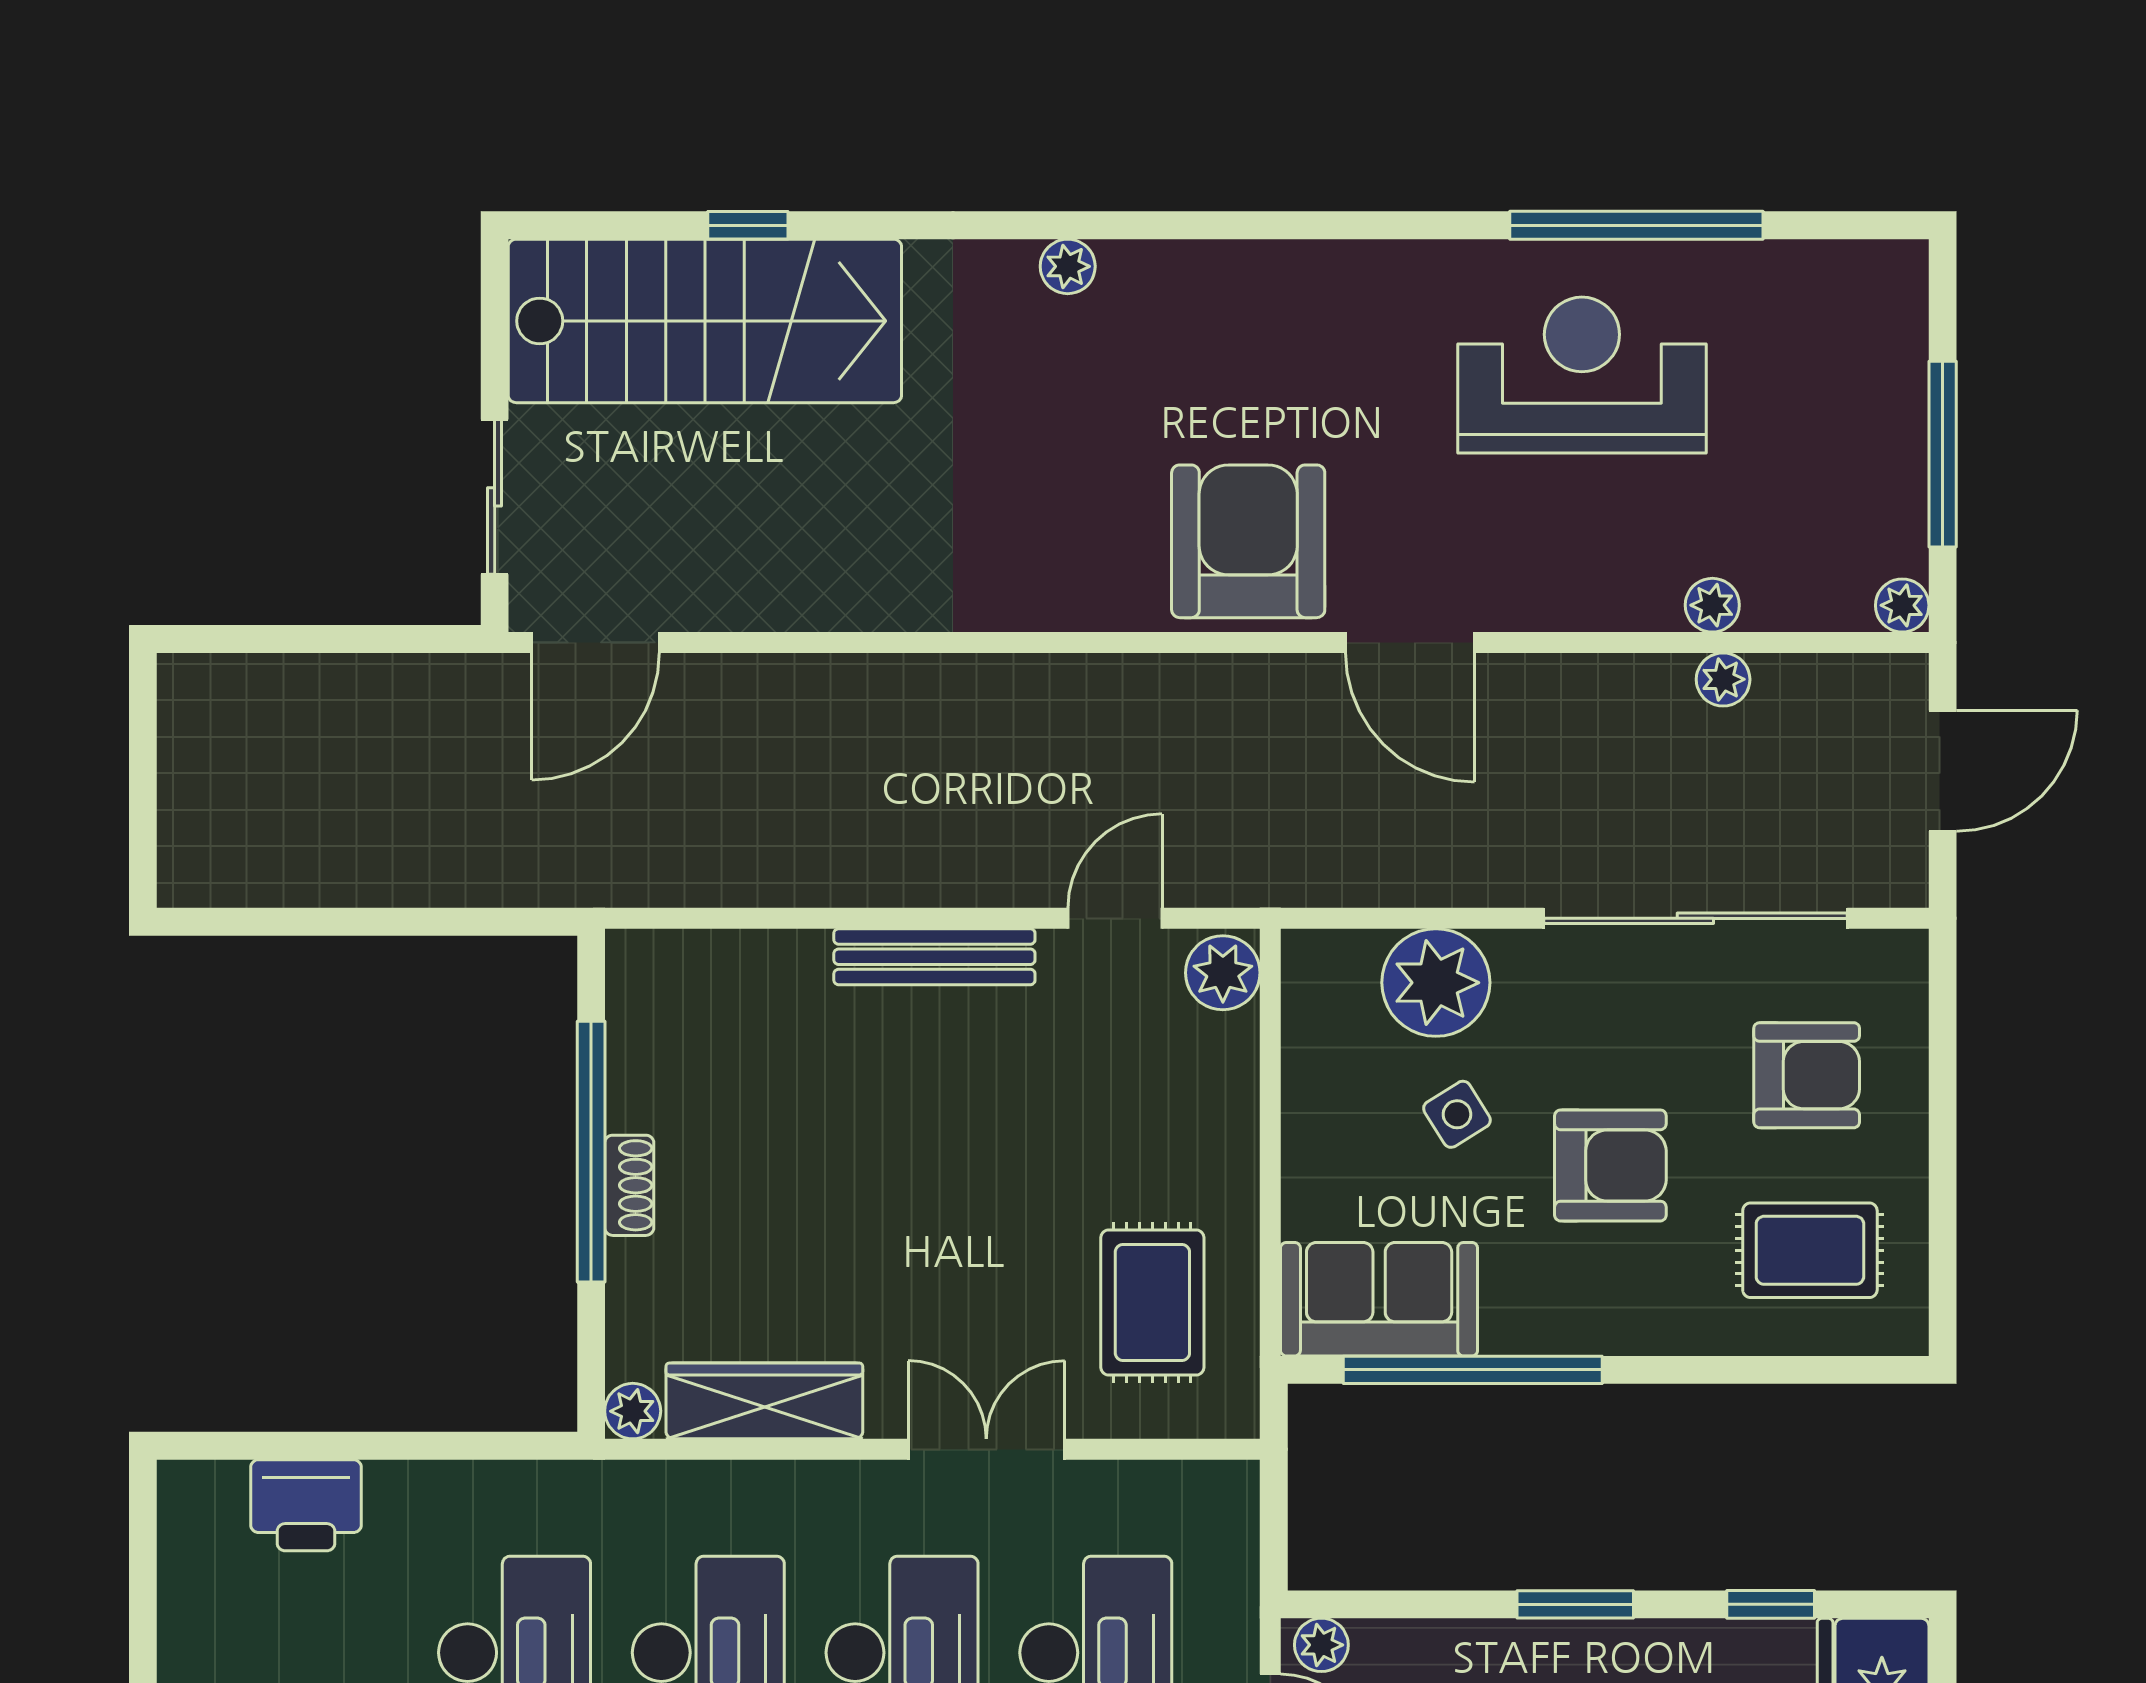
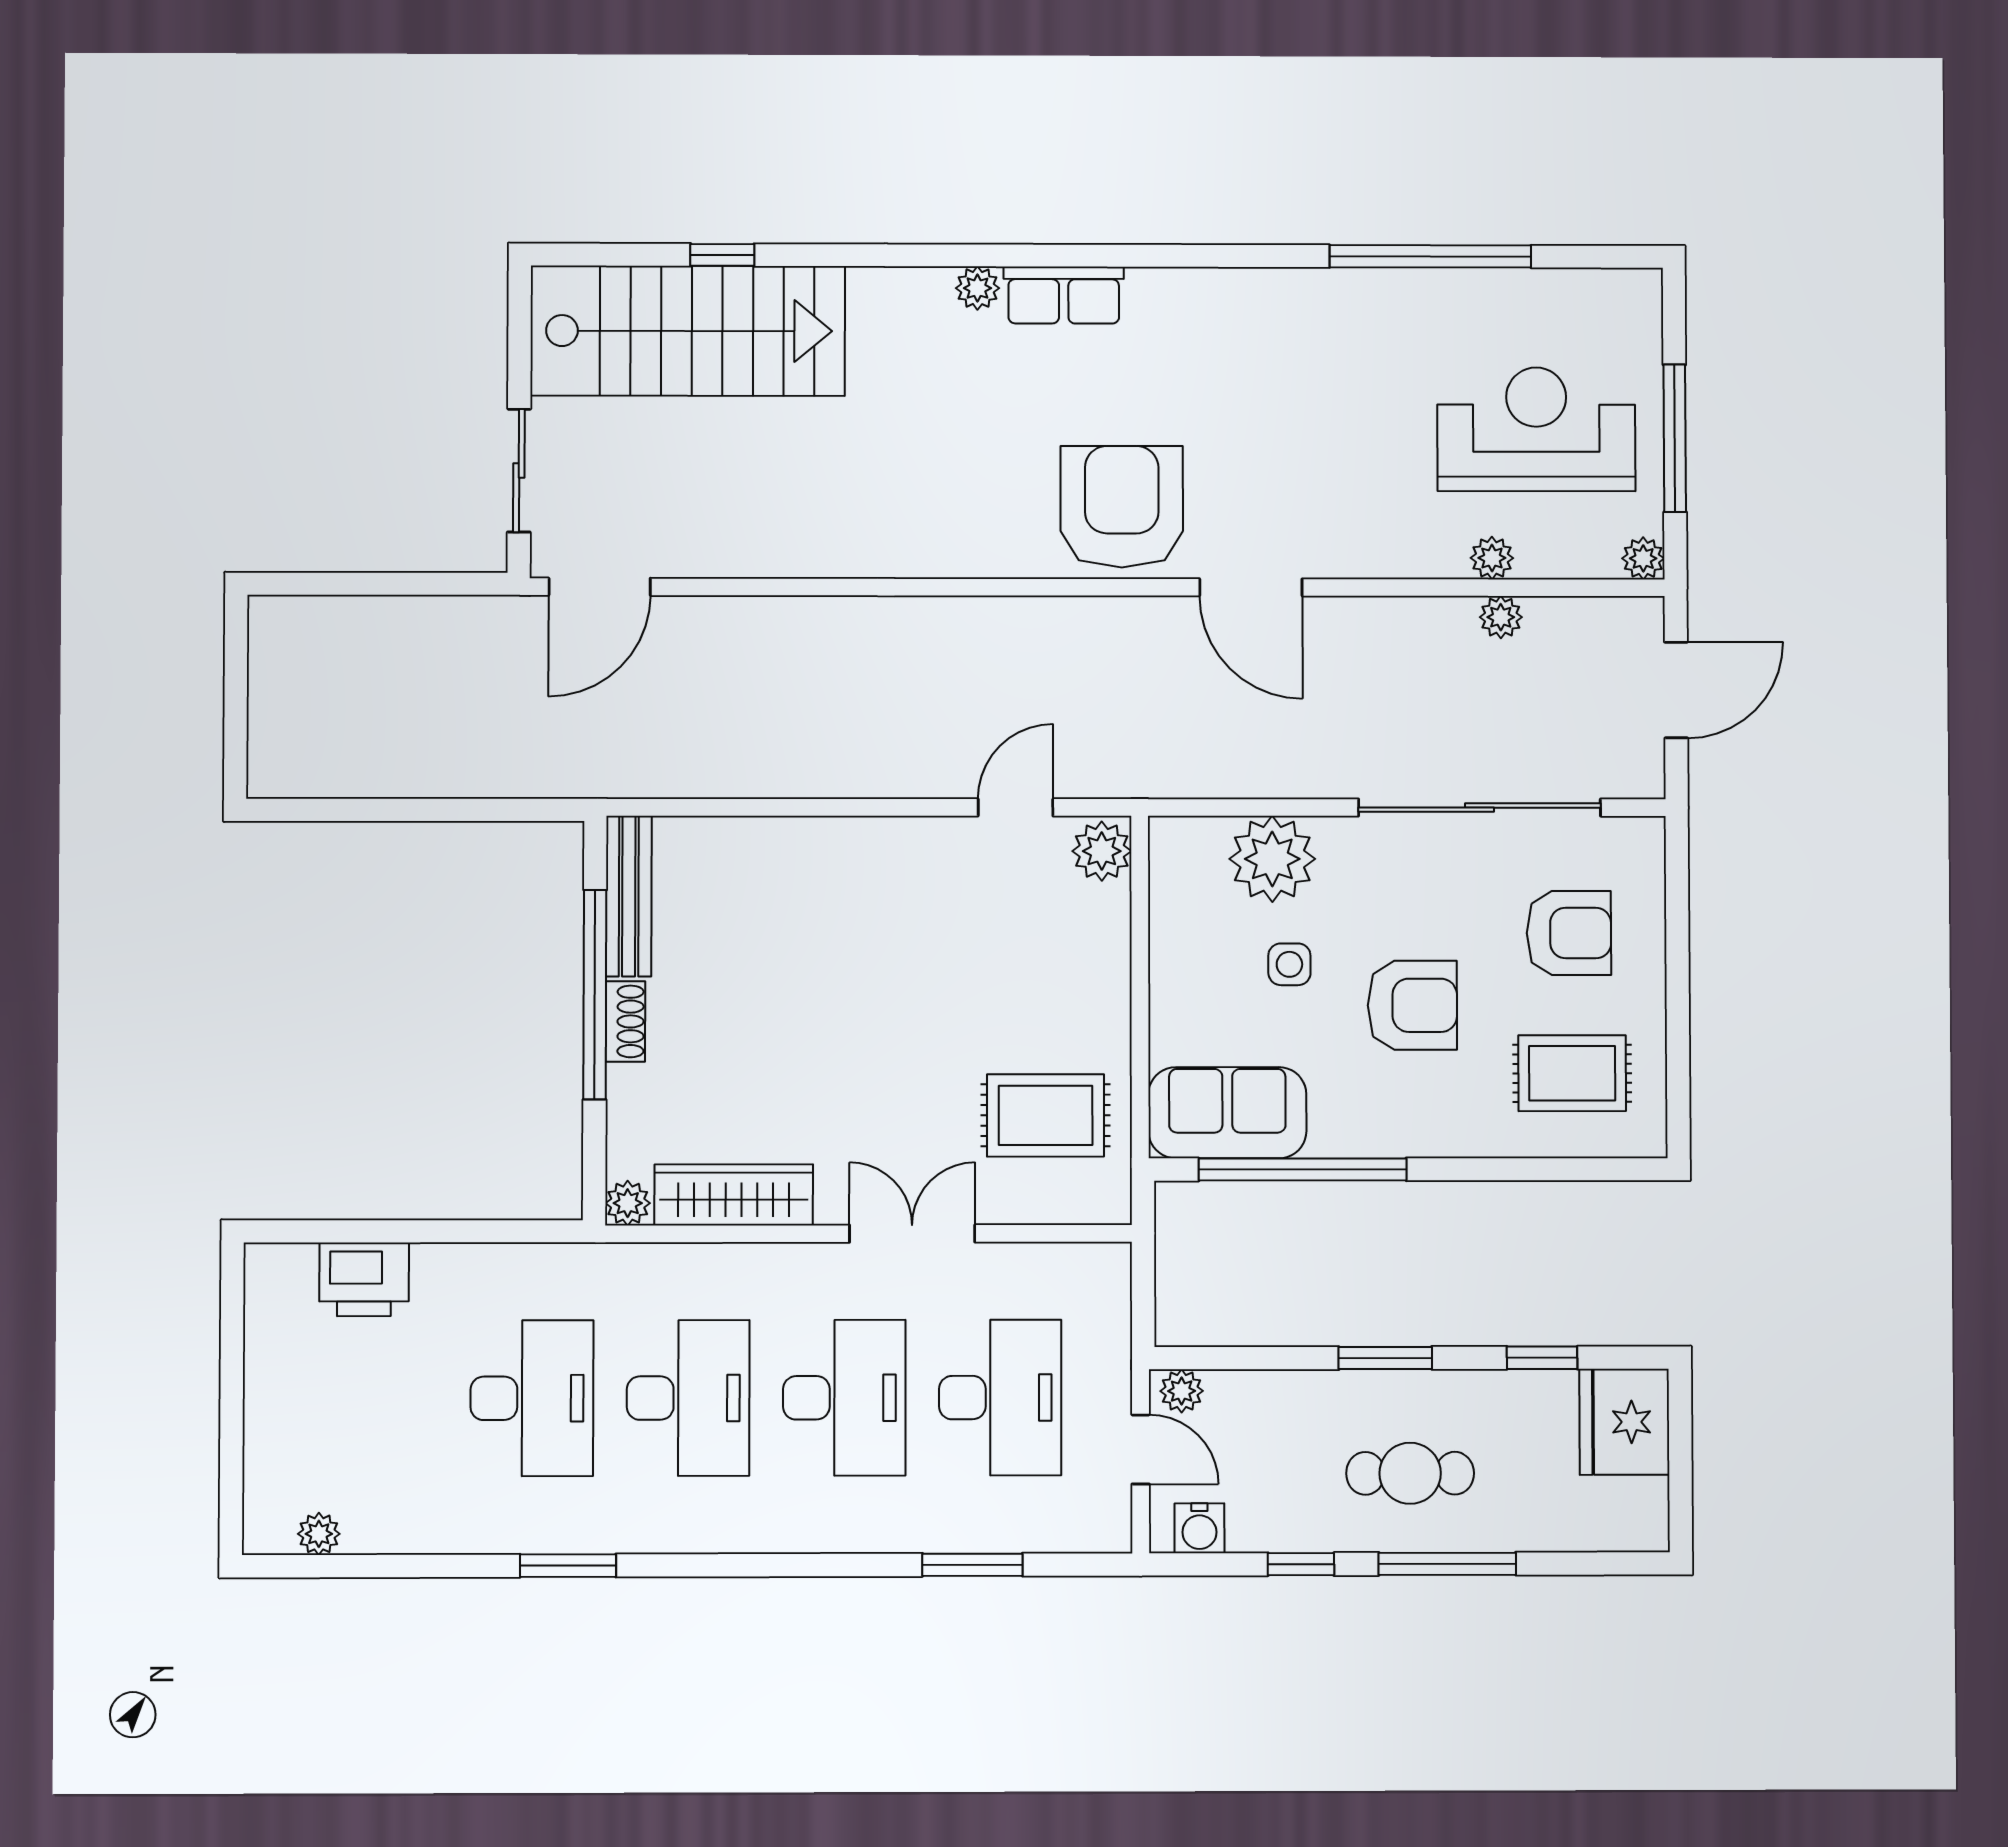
row of seats: (1176, 275) -> (1064, 295), added
reception desk: (1582, 375) -> (1536, 429), moved
bench: (934, 957) -> (629, 896), moved, turned 90
side table: (1457, 1114) -> (1289, 964), turned 32
rug: (1152, 1302) -> (1046, 1115), turned 90

